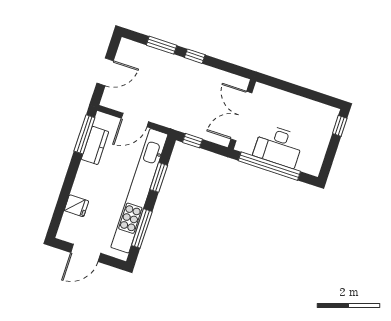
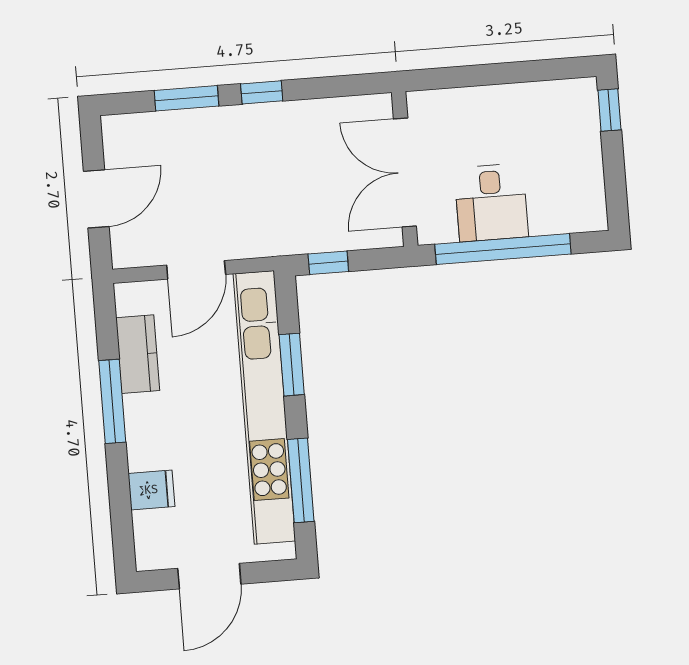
window: (84, 134) -> (112, 401), moved
desk: (278, 146) -> (491, 202), width x0.73

